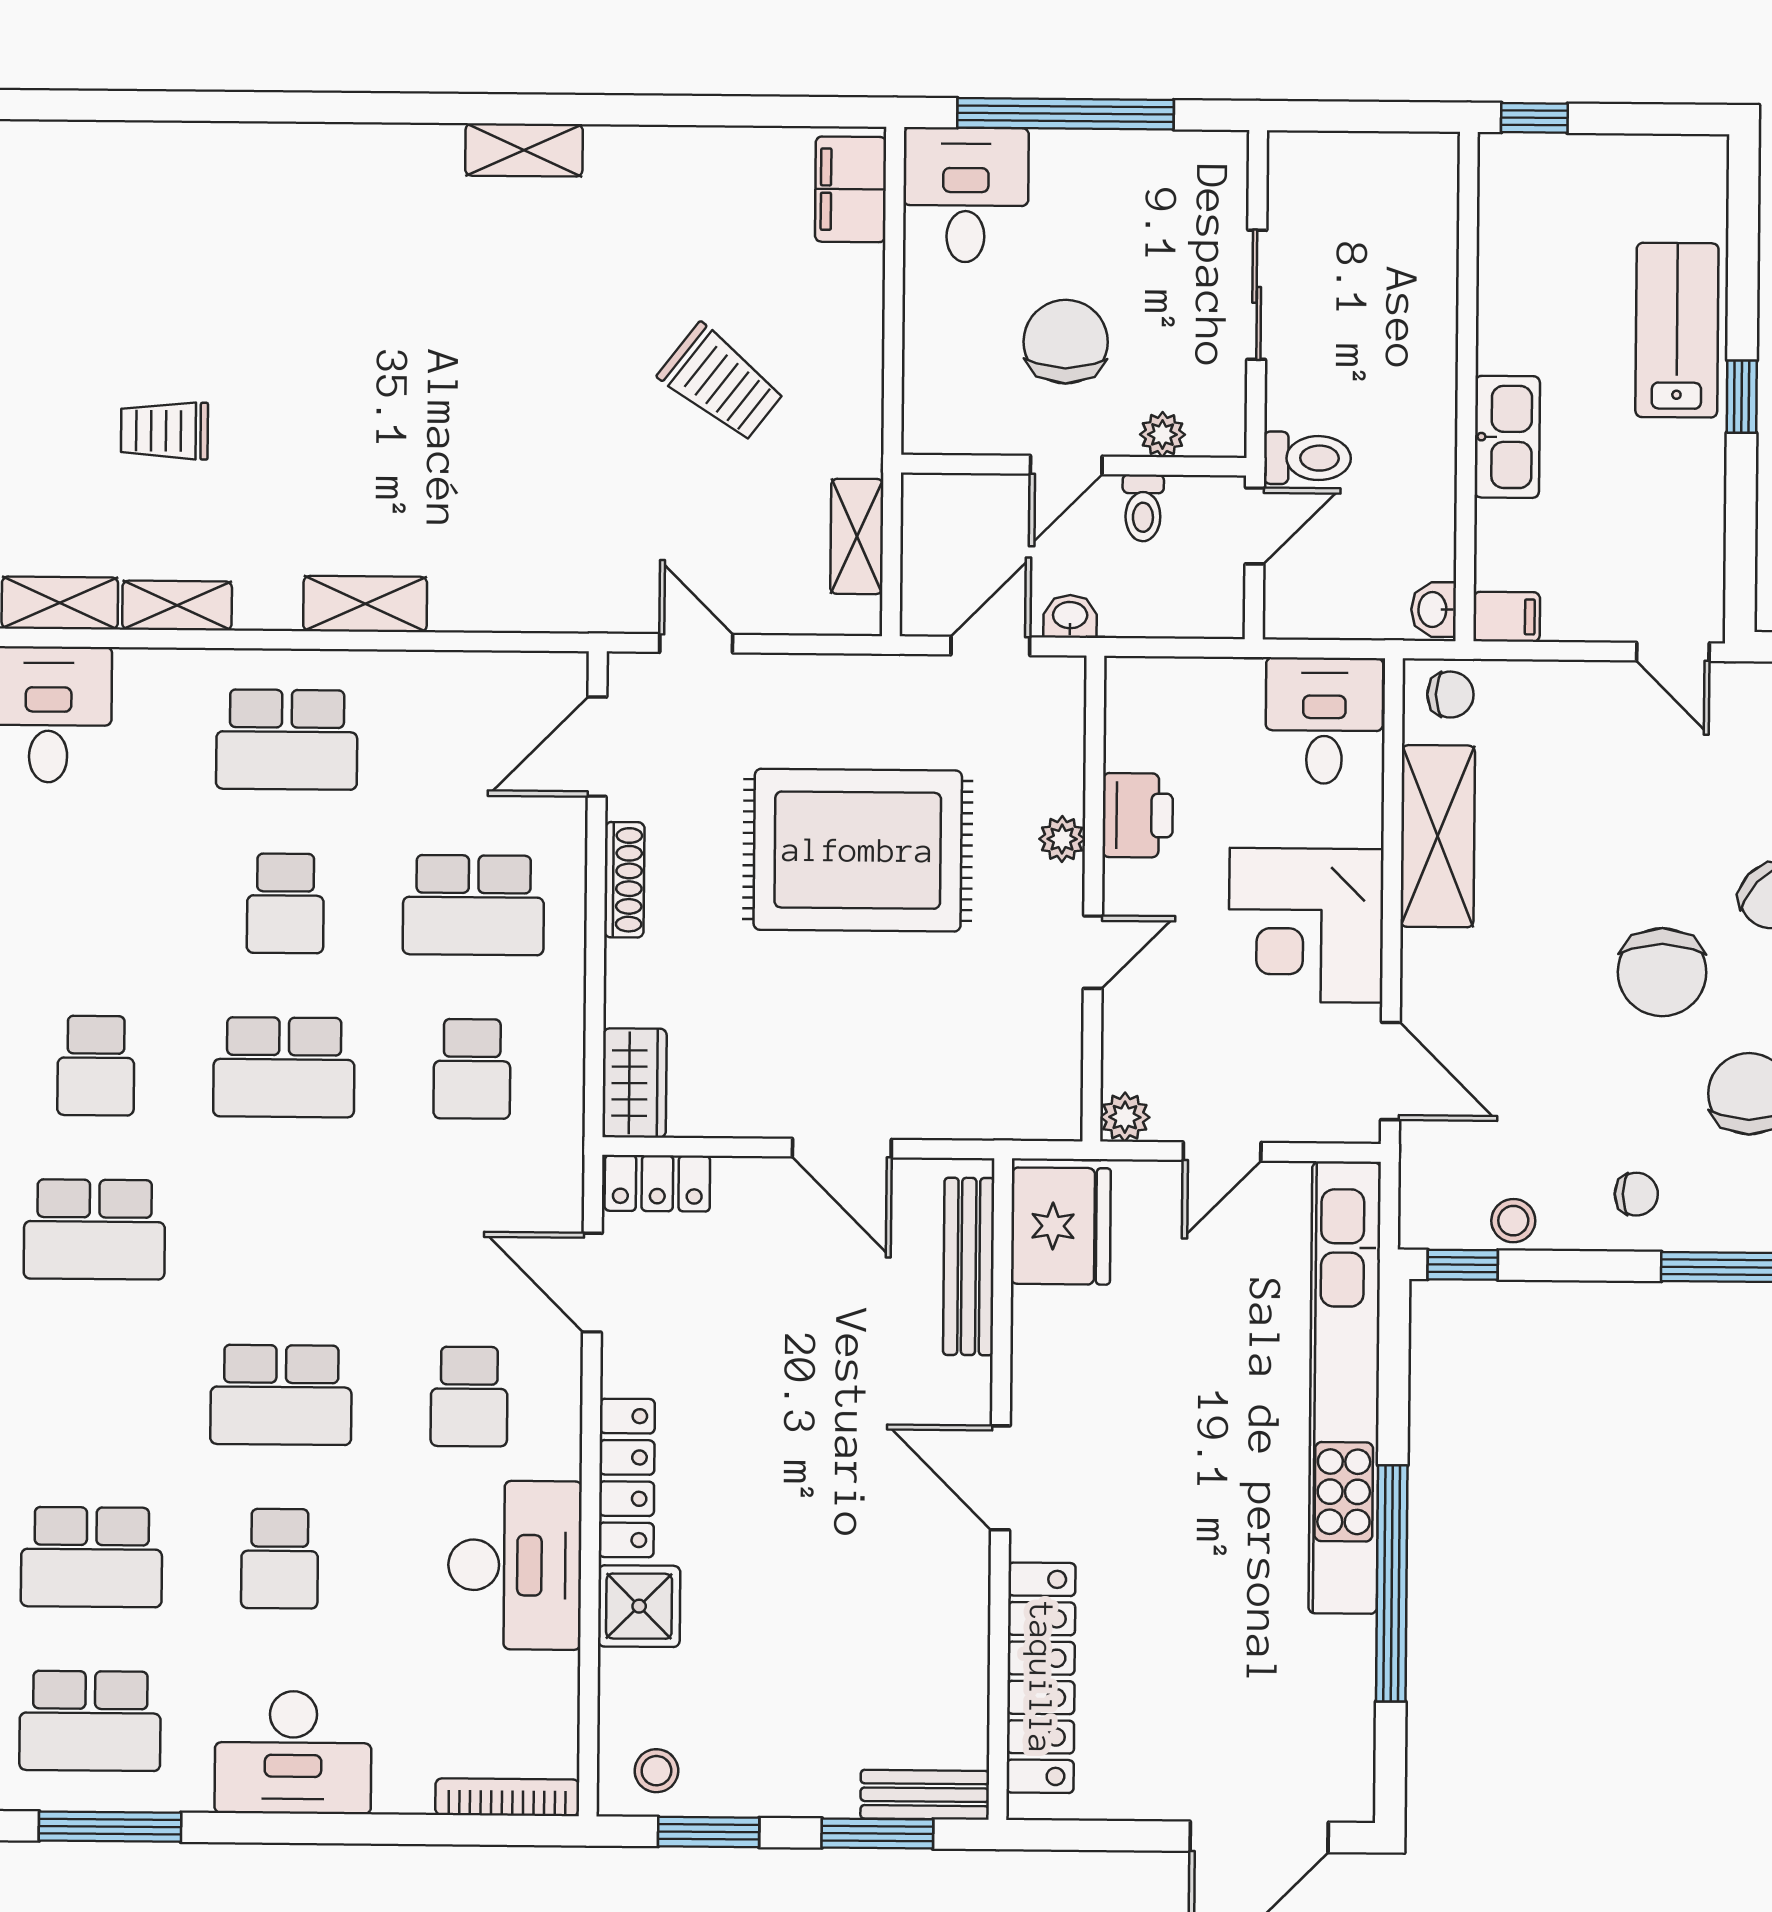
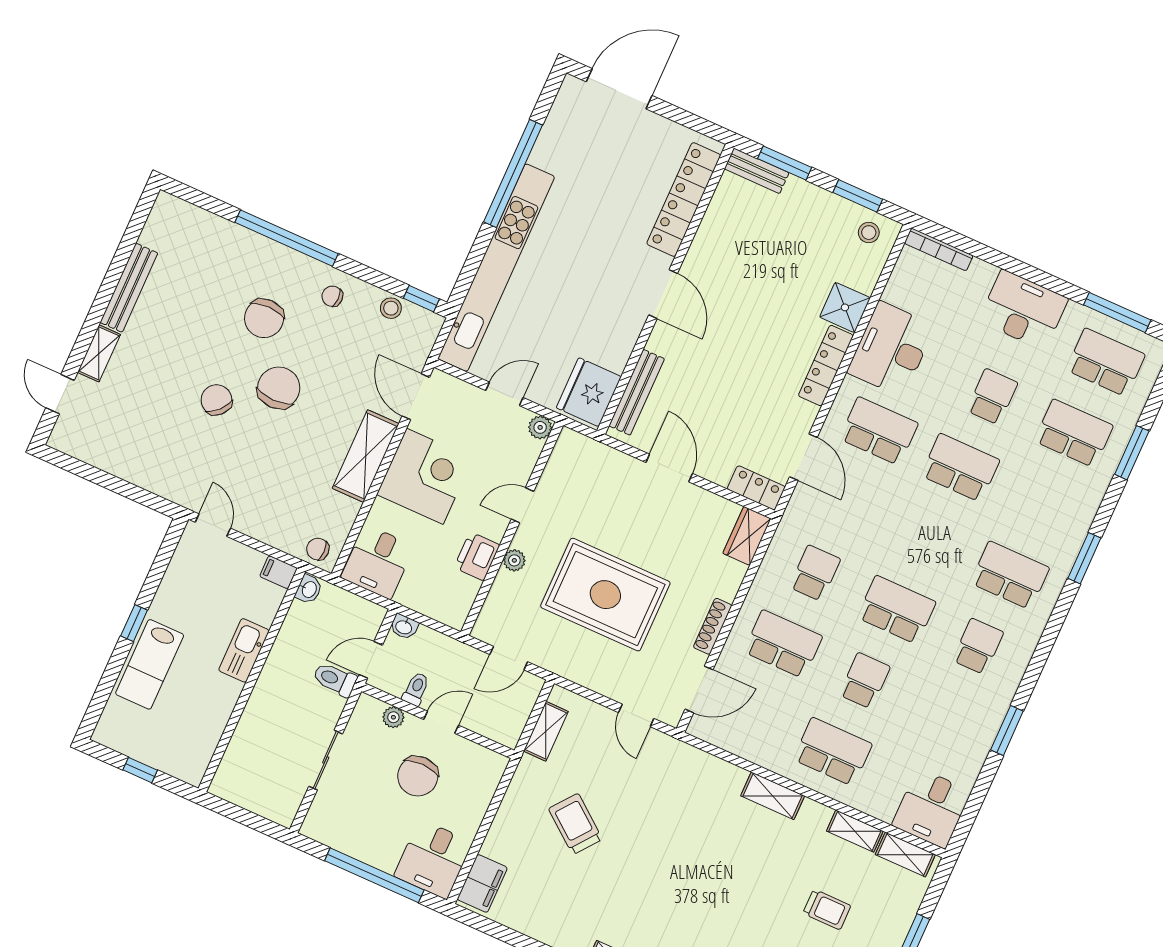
window: (1534, 118) -> (140, 770), moved
washbasin: (1070, 616) -> (404, 627), moved
shelving: (1438, 836) -> (366, 456), moved
school desk: (469, 1397) -> (879, 431), width x1.85

